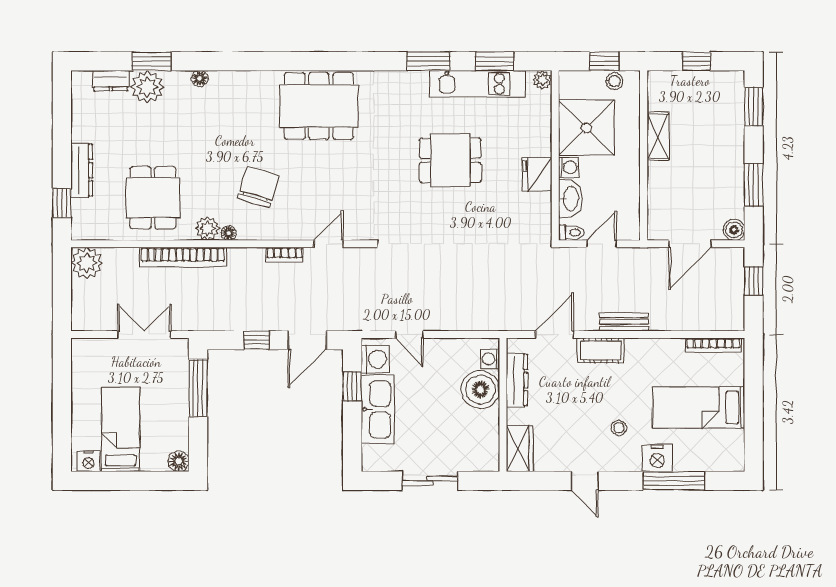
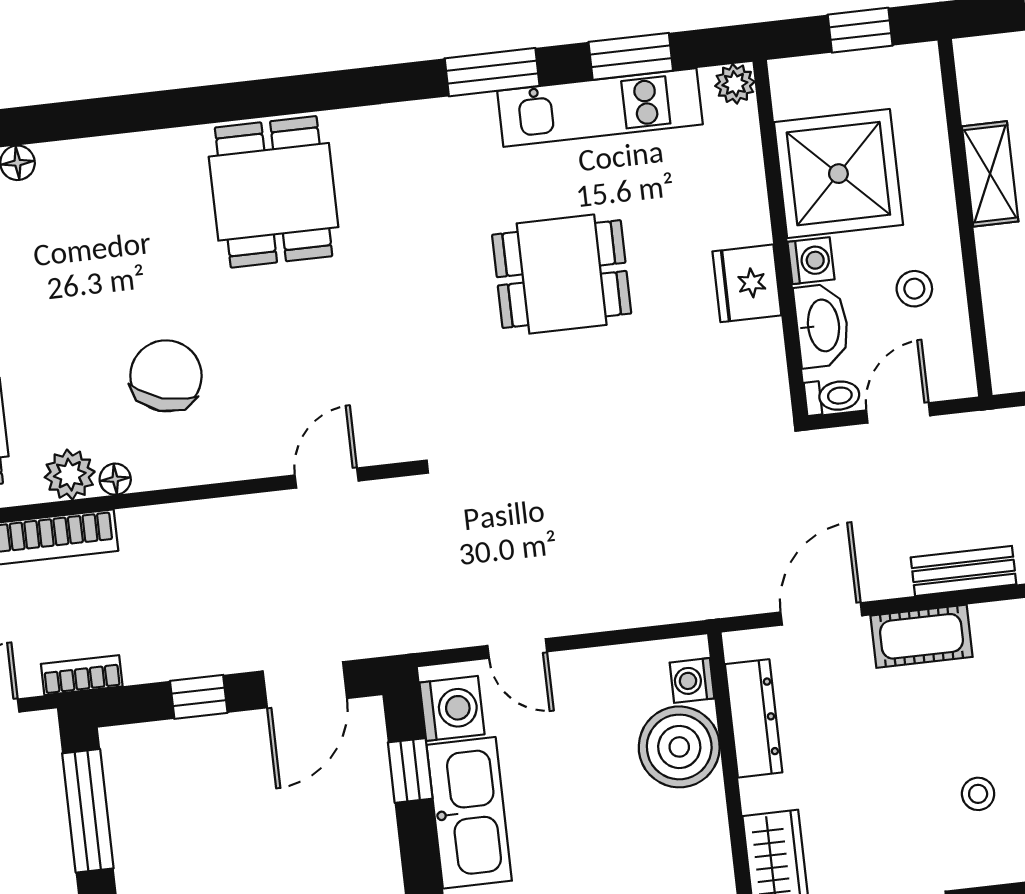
stool: (614, 81) -> (914, 289), moved
dining table: (319, 106) -> (274, 192), width x0.73
bookcase: (285, 255) -> (82, 675), moved, turned 180

